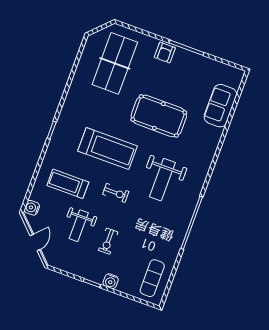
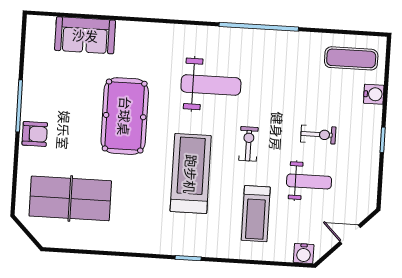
water cooler: (111, 281) -> (374, 94), moved

